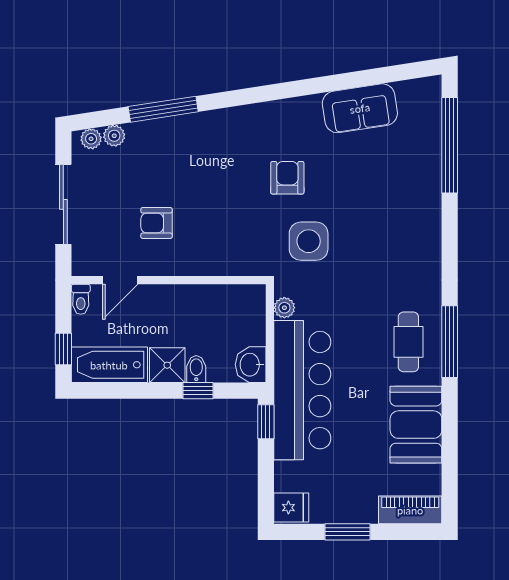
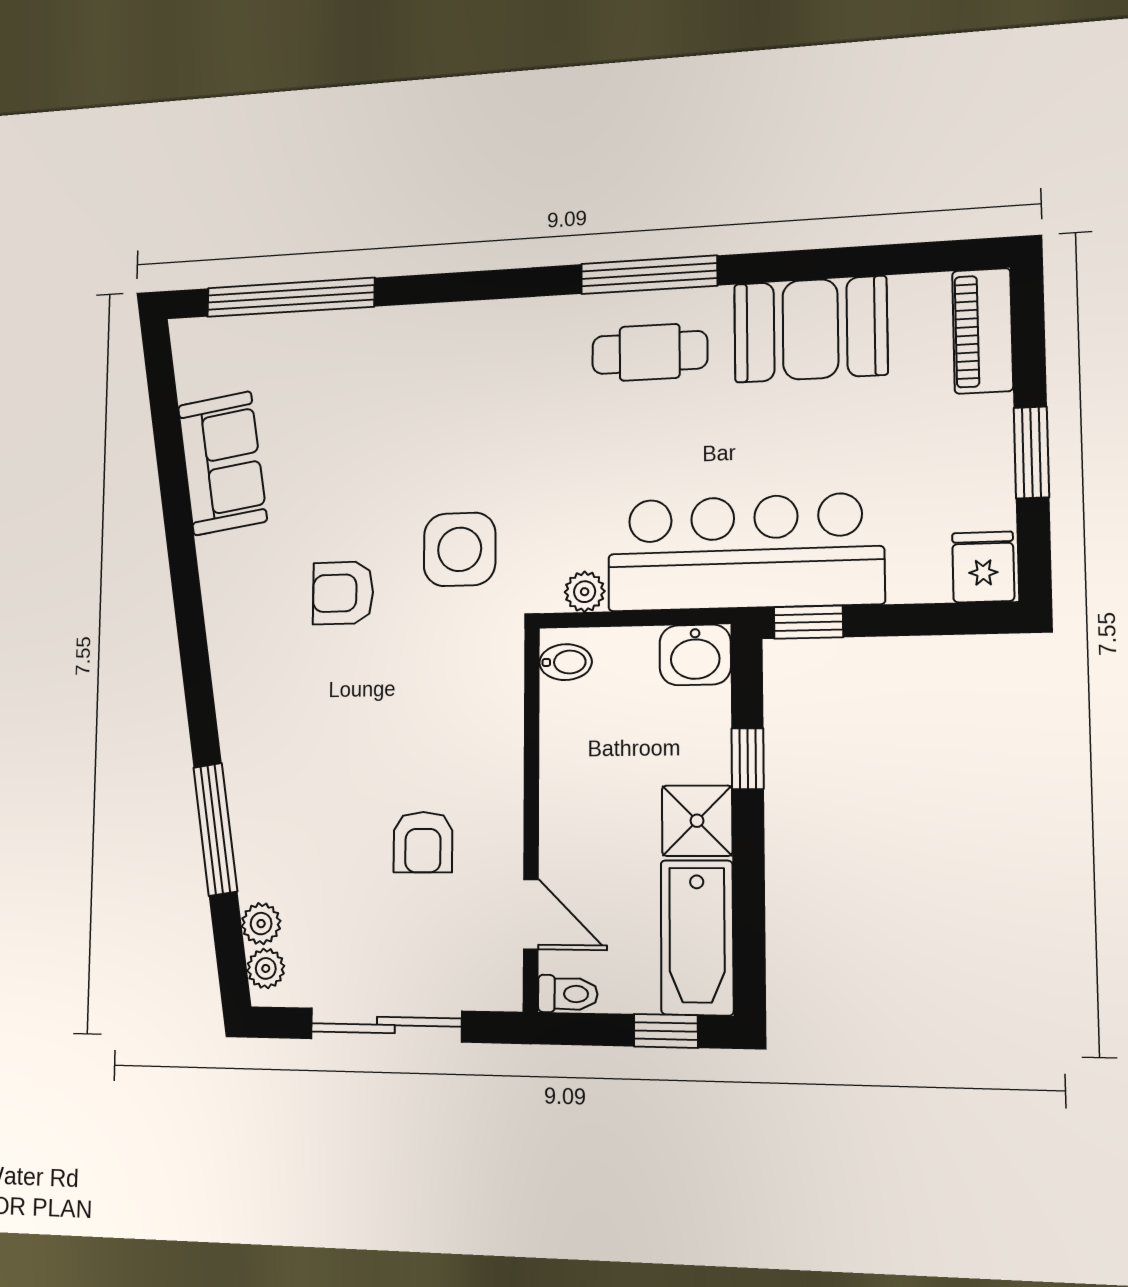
bidet: (196, 369) -> (566, 662), moved, turned 180

